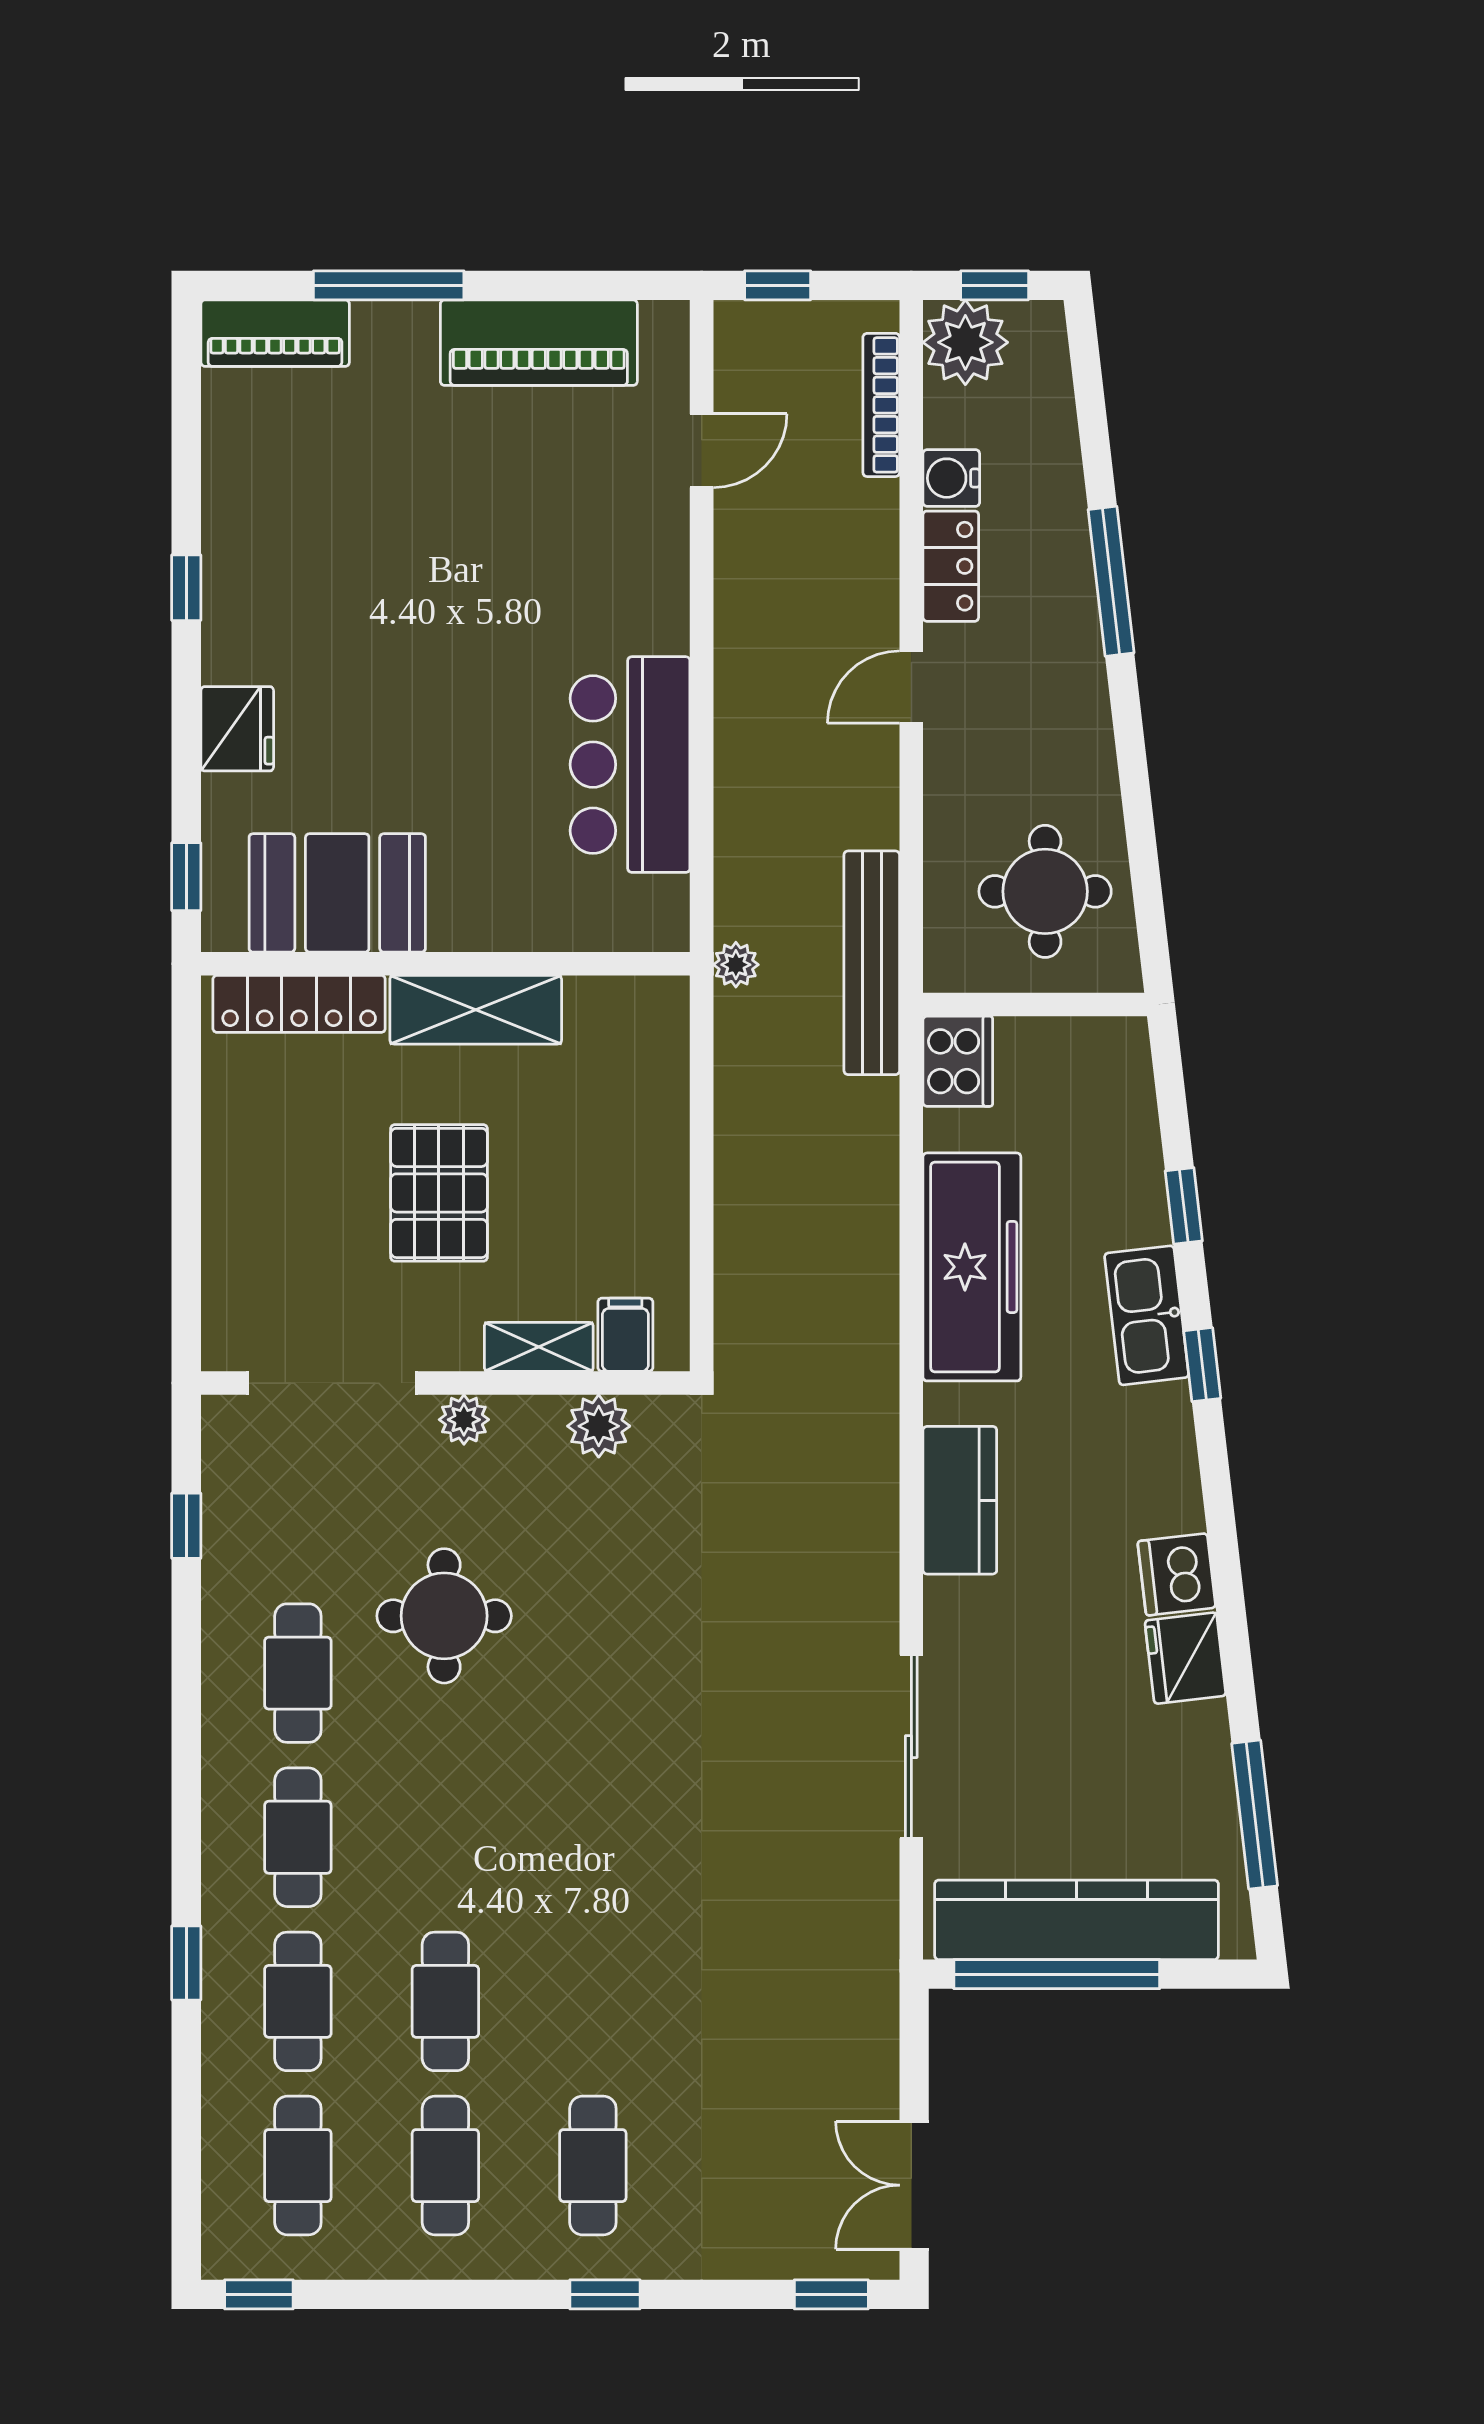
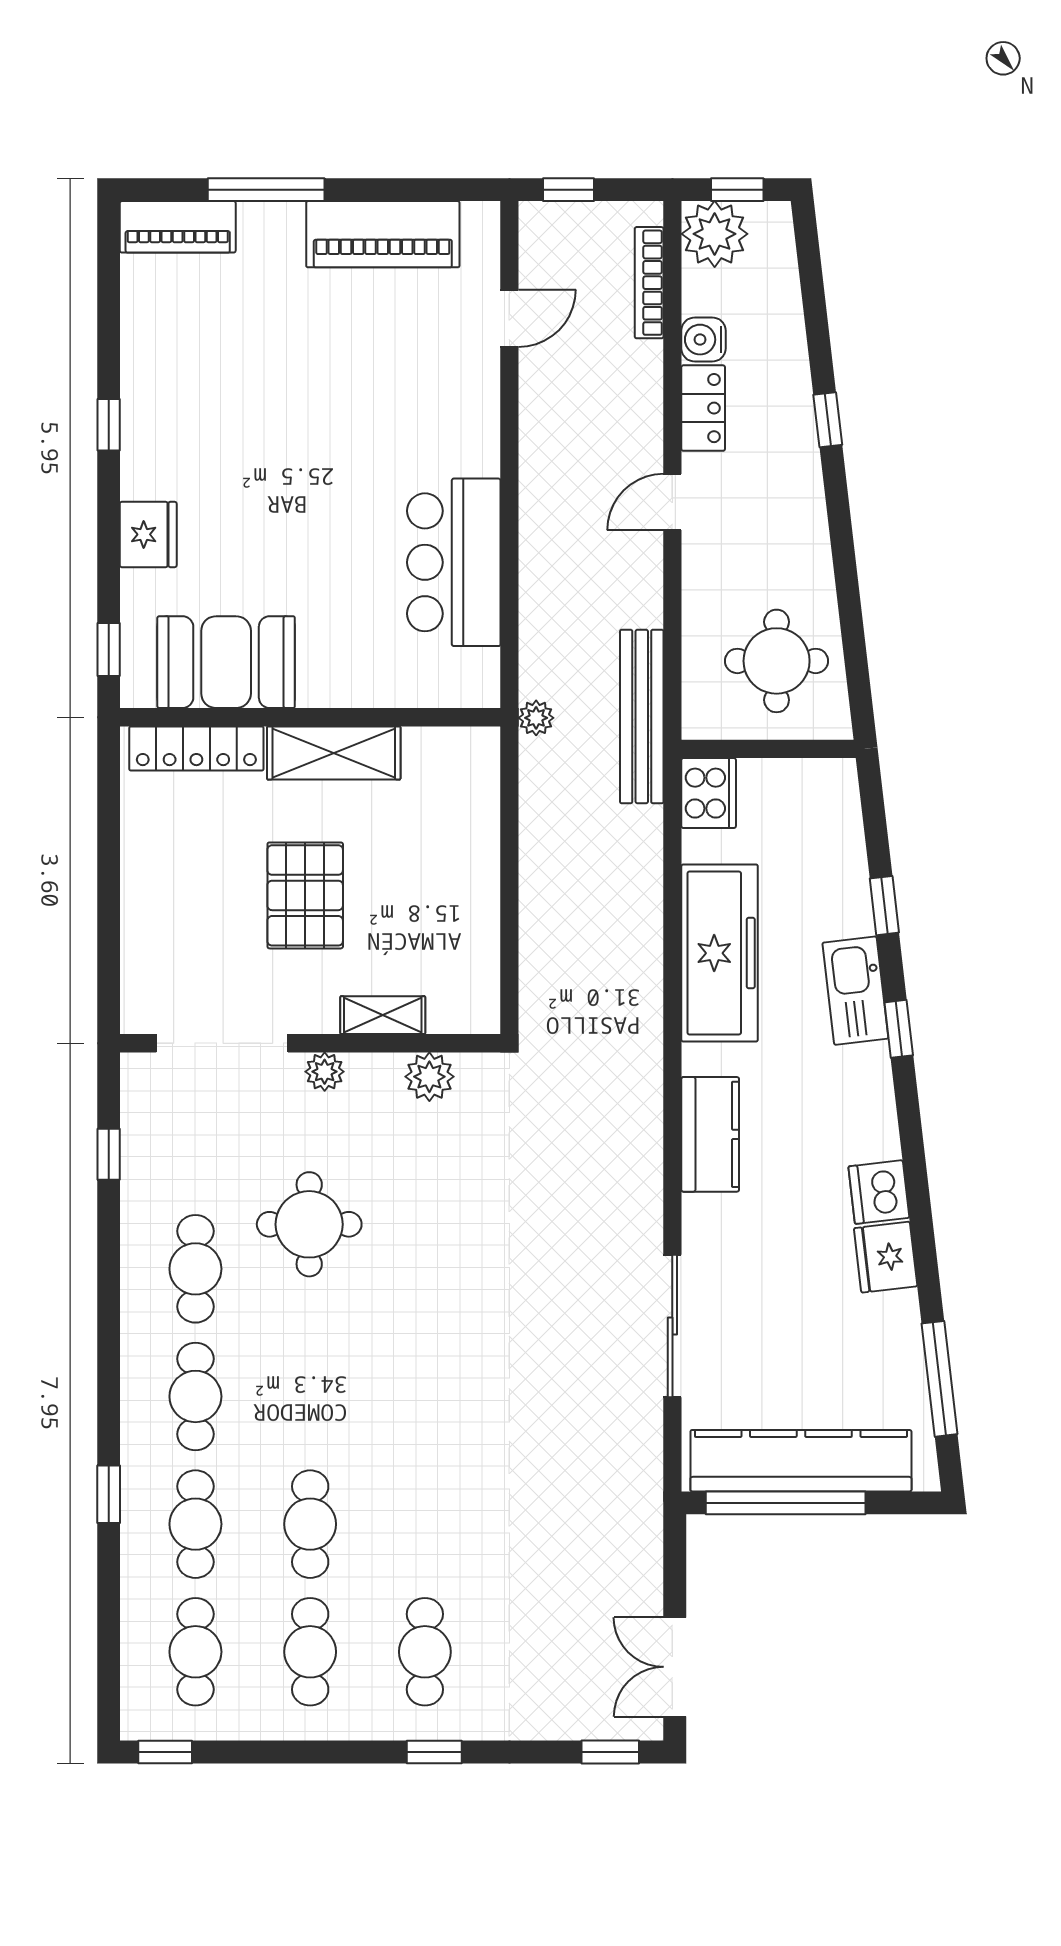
window: (1111, 581) -> (828, 420), width x0.46
filing cabinet: (625, 1335) -> (450, 1006), removed

